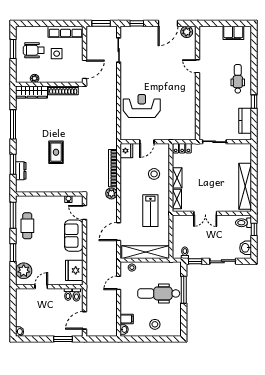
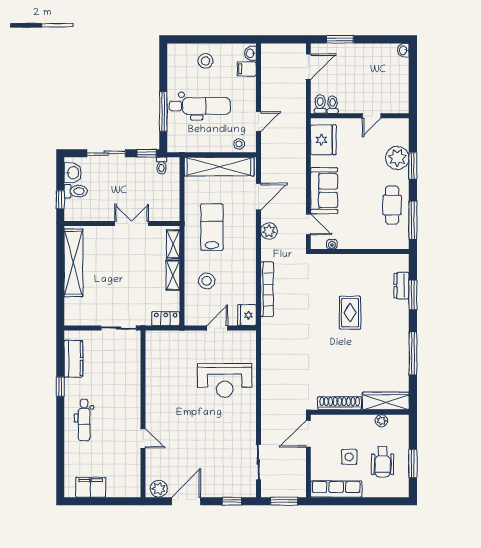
wheelchair: (34, 50) -> (383, 462), turned 90
plant: (111, 193) -> (269, 231), moved
toilet: (244, 223) -> (76, 191), moved
plant: (24, 271) -> (397, 158), moved

